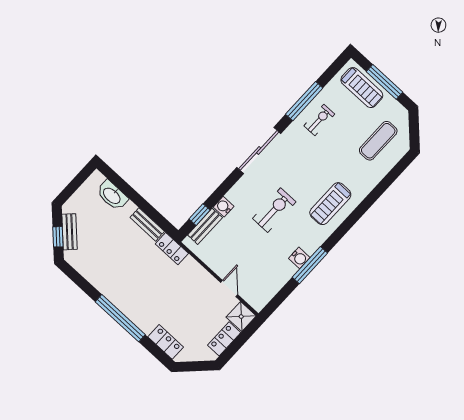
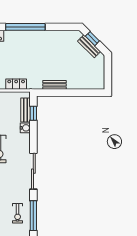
washbasin: (112, 195) -> (85, 83), removed
locker: (172, 249) -> (16, 84), moved

